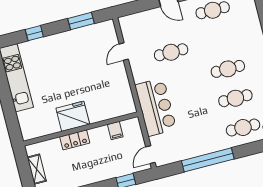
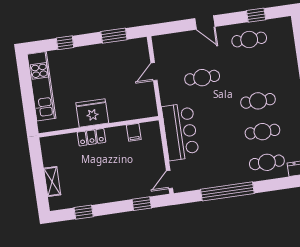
fridge: (73, 116) -> (92, 113), moved
wall: (81, 129) -> (99, 127), moved
filing cabinet: (115, 131) -> (134, 132), moved
locker: (75, 140) -> (91, 137), moved

